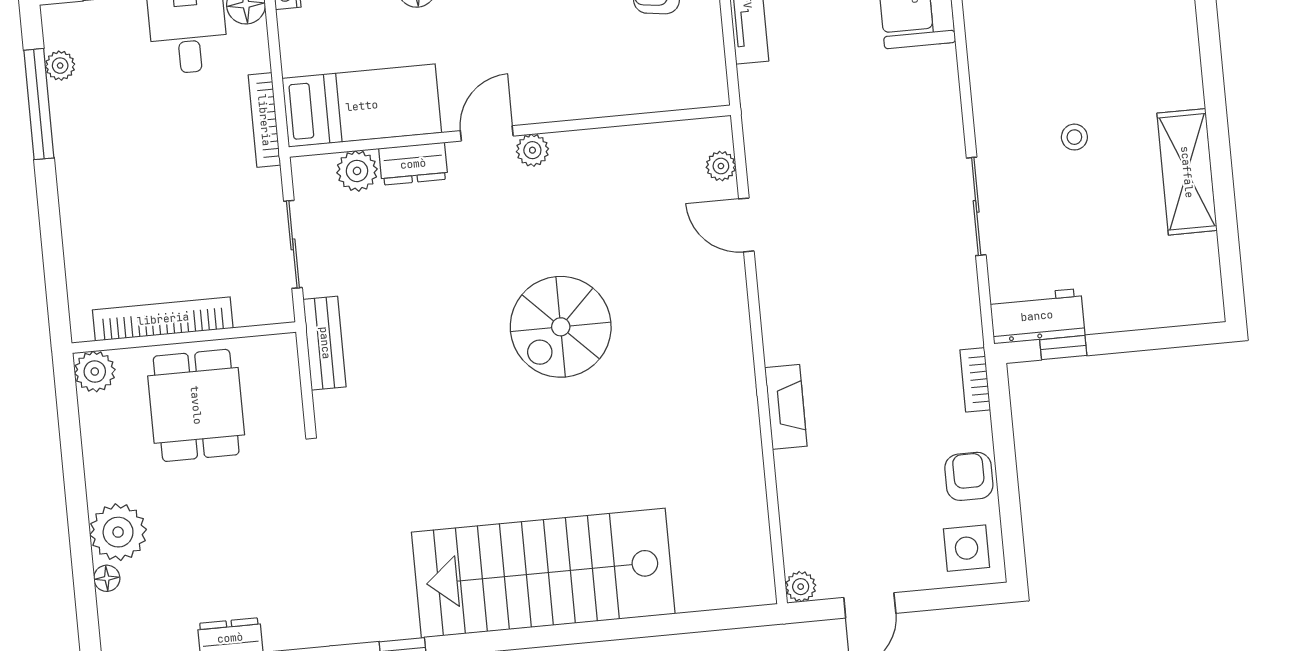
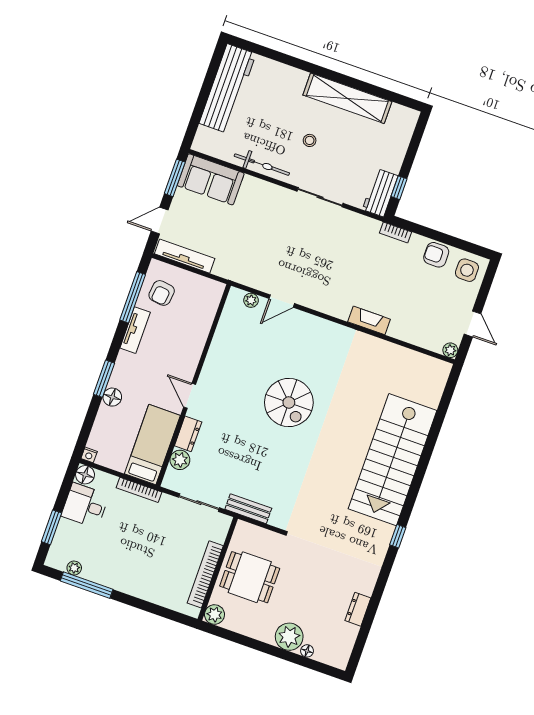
bicycle: (987, 68) -> (262, 165), added
plant: (532, 150) -> (206, 379), removed
shelving: (1187, 172) -> (347, 98), width x1.47

